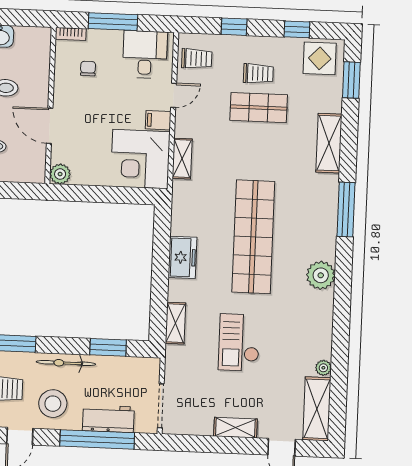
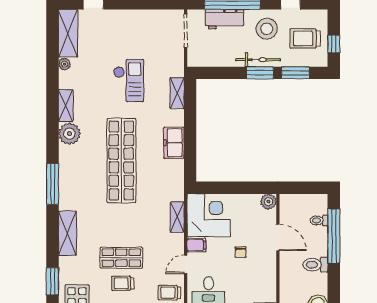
chair: (88, 69) -> (241, 252), moved
window: (108, 347) -> (260, 73), moved
shelving: (235, 428) -> (66, 106), moved, turned 90

